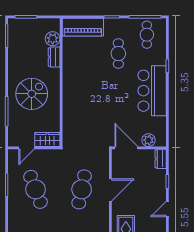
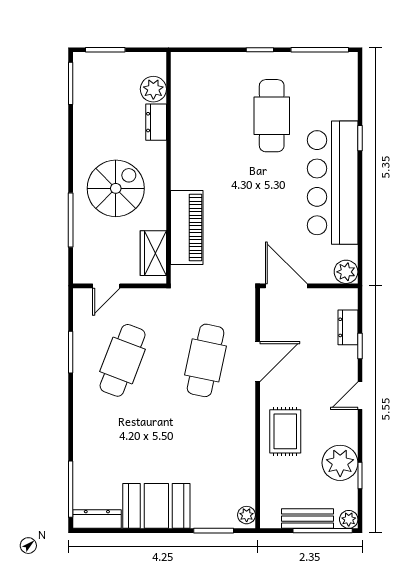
piano: (83, 27) -> (187, 227), moved, turned -90
cafe table: (147, 35) -> (323, 82), removed
cafe table: (118, 54) -> (272, 116), width x1.37, depth x1.35
bar counter: (152, 91) -> (333, 183), width x1.36
wardrobe: (47, 139) -> (153, 253), moved, turned -90
plant: (148, 140) -> (346, 272), moved
dresser: (161, 159) -> (348, 327), moved
cafe table: (35, 189) -> (123, 360), turned 42

